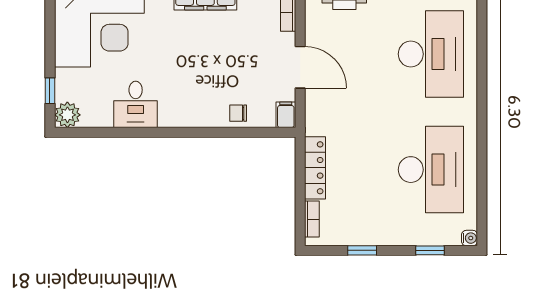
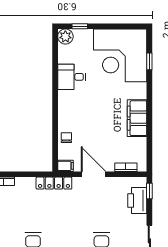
door: (300, 67) -> (94, 174), swing flipped
locker: (315, 168) -> (54, 183), moved

